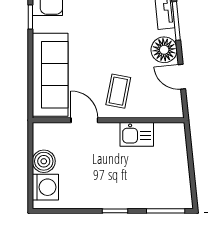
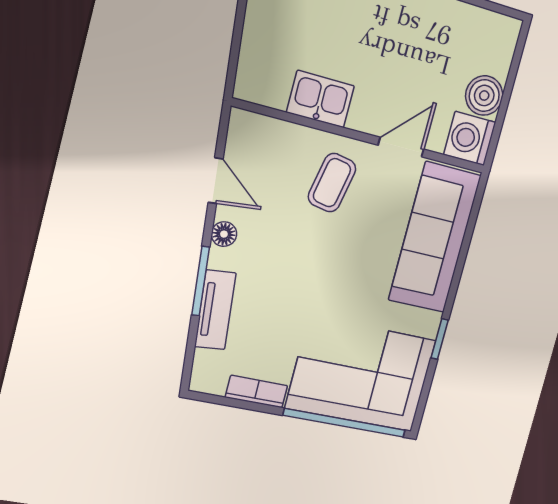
floor lamp: (164, 50) -> (224, 234), width x0.53, depth x0.53
door: (84, 120) -> (401, 147), swing flipped
washing machine: (45, 187) -> (470, 138), moved

